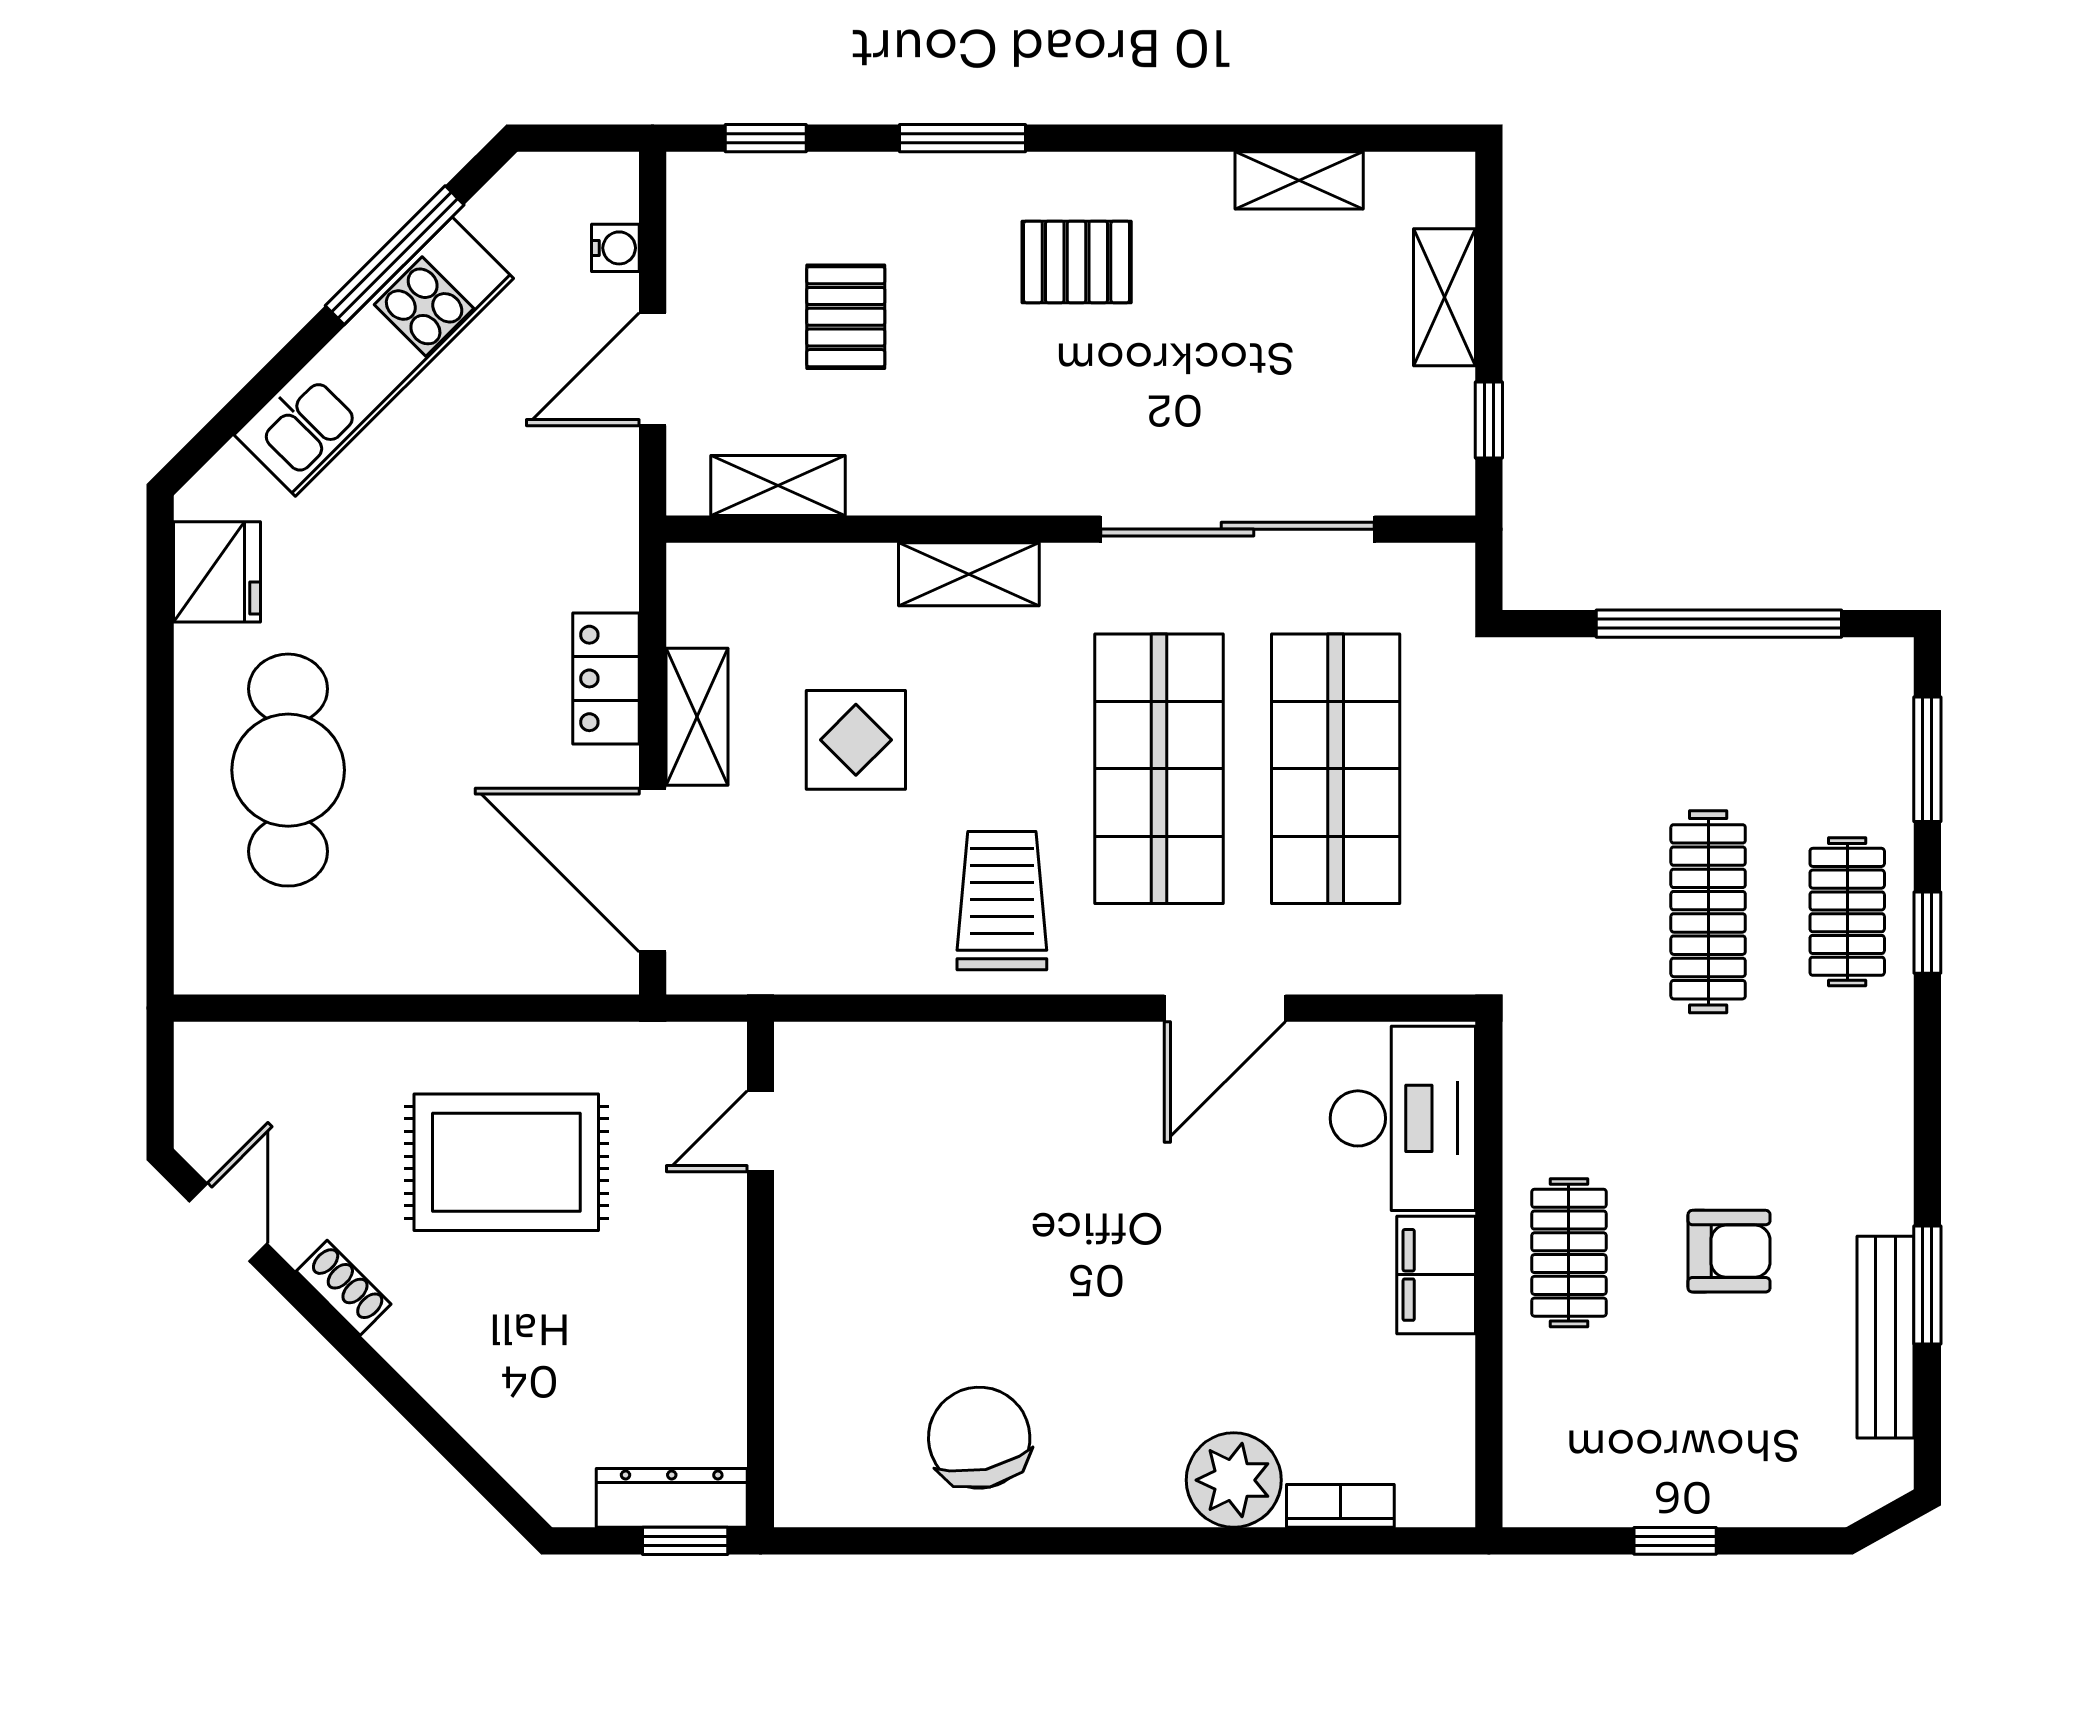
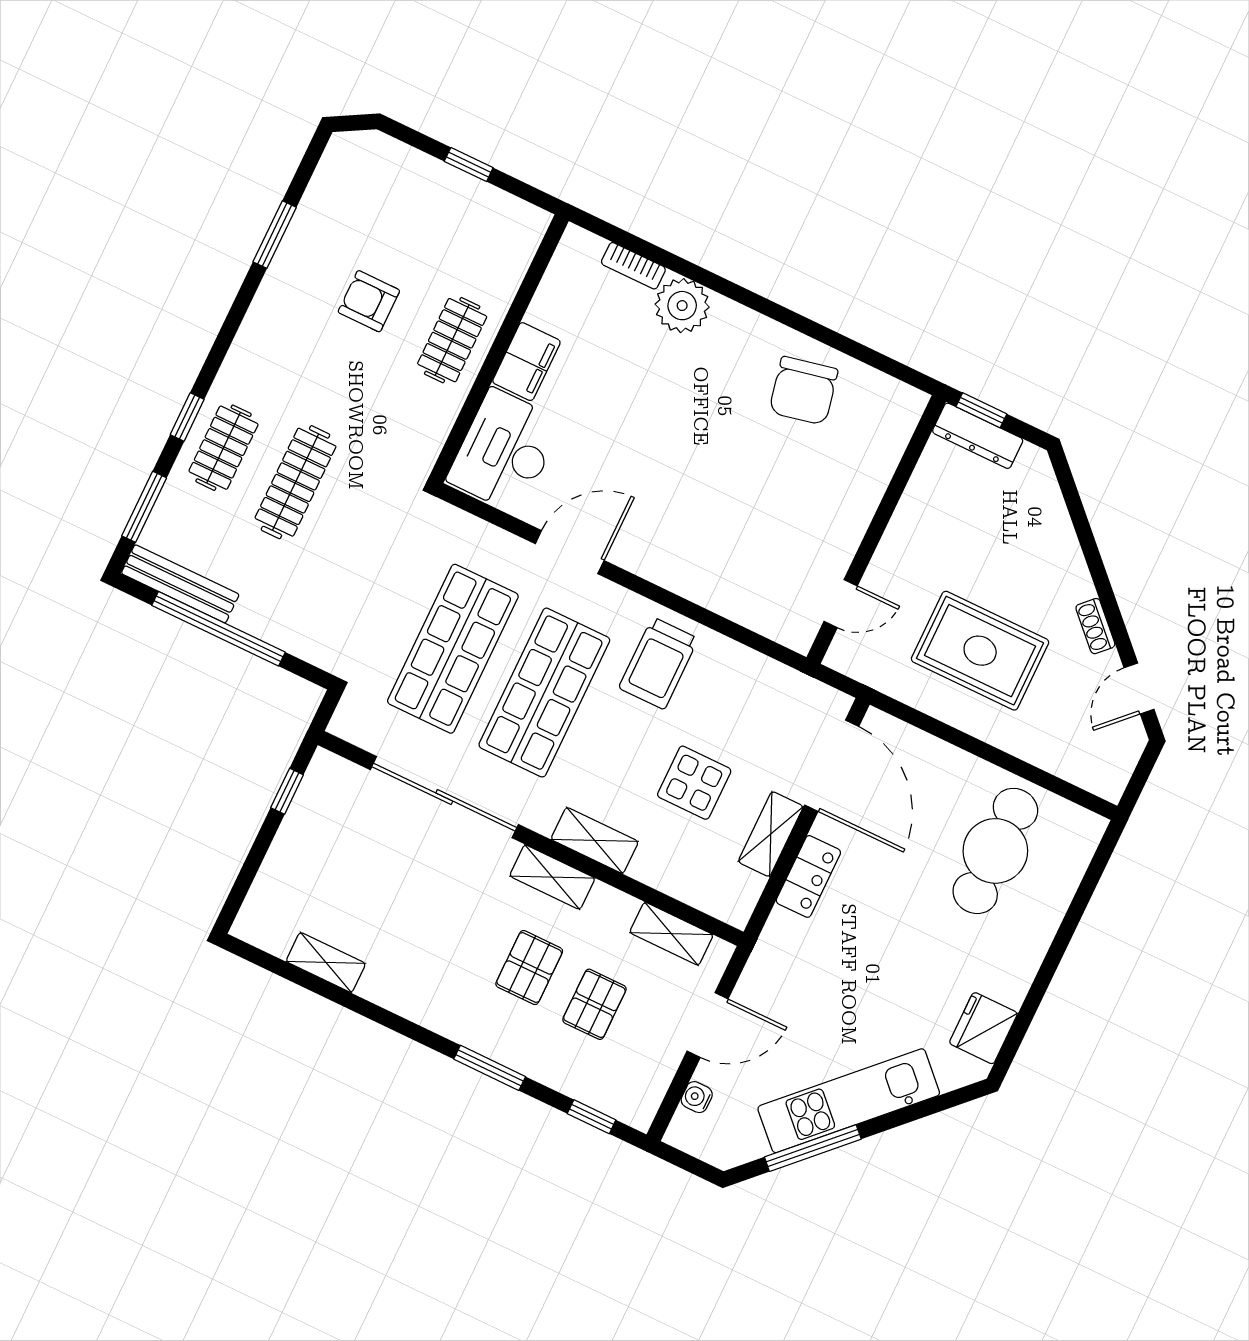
pallet: (1077, 262) -> (529, 968), moved, turned 90
shelving: (1445, 297) -> (552, 877), moved, turned 90
cafe table: (288, 770) -> (995, 851), moved
bench: (1885, 1337) -> (180, 584), moved, turned 90

